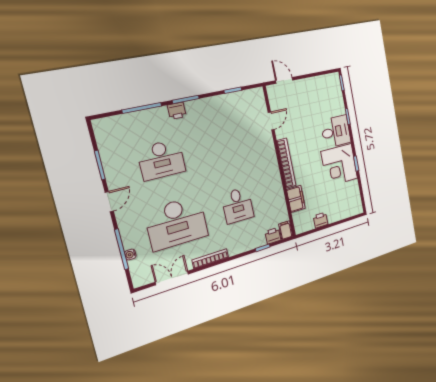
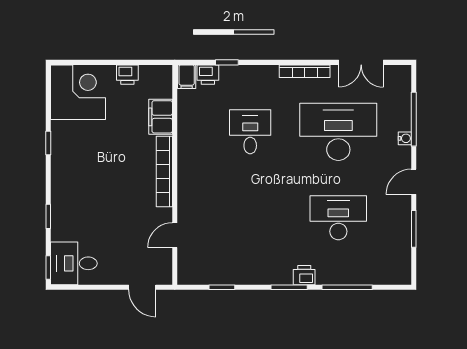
desk: (336, 132) -> (74, 263), moved
corner desk: (339, 165) -> (78, 92), moved
water cooler: (130, 255) -> (405, 138), moved

